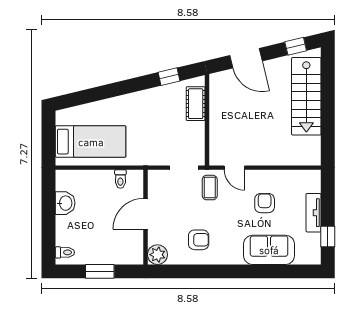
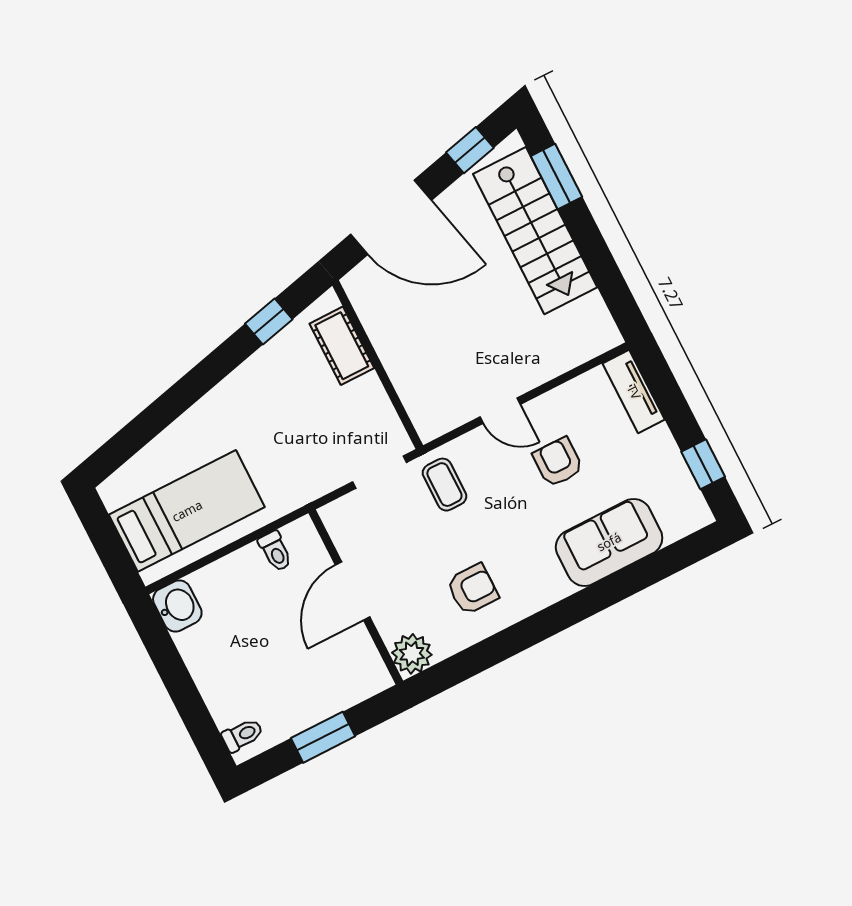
door: (246, 58) -> (391, 217), width x1.36
window: (328, 77) -> (556, 177), added
door: (234, 168) -> (500, 411), moved
washbasin: (65, 203) -> (177, 606), moved
tv unit: (314, 213) -> (634, 392), moved

